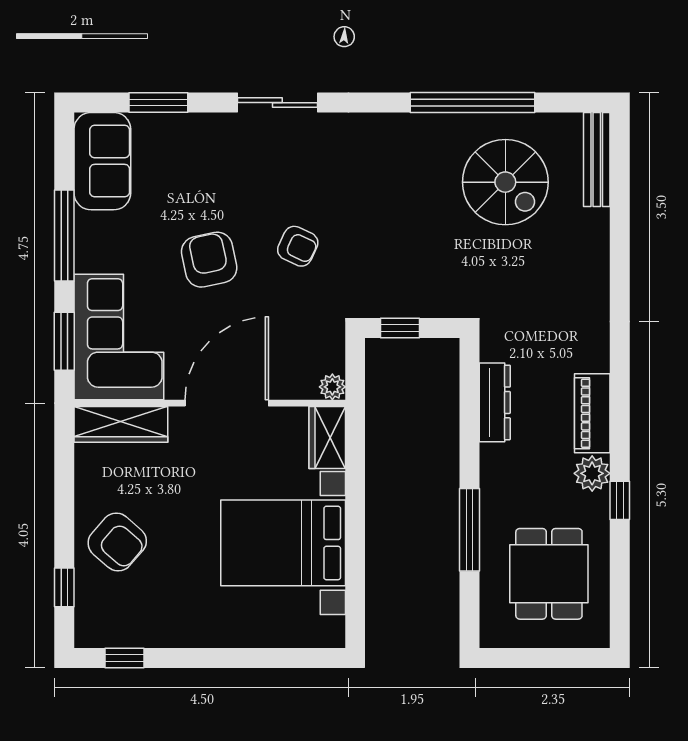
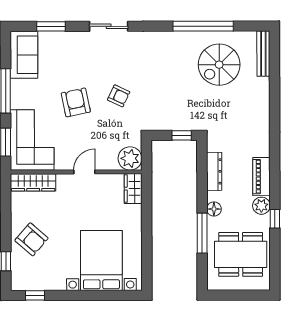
spiral stairs: (505, 182) -> (219, 65), turned 90
window: (400, 328) -> (182, 135), moved
plant: (332, 387) -> (130, 158), width x1.88, depth x1.88
door: (227, 403) -> (84, 172), width x0.53
floor lamp: (494, 480) -> (214, 209), added
bed with nightstands: (283, 543) -> (101, 260), moved, turned 90
dining table: (549, 574) -> (241, 254), width x1.37

